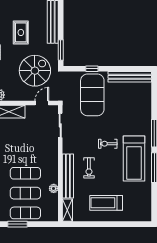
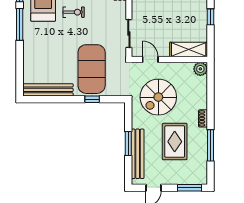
rug: (21, 32) -> (175, 142), width x1.36, depth x1.43
window: (61, 50) -> (128, 143), moved
door: (42, 103) -> (150, 59), swing flipped

